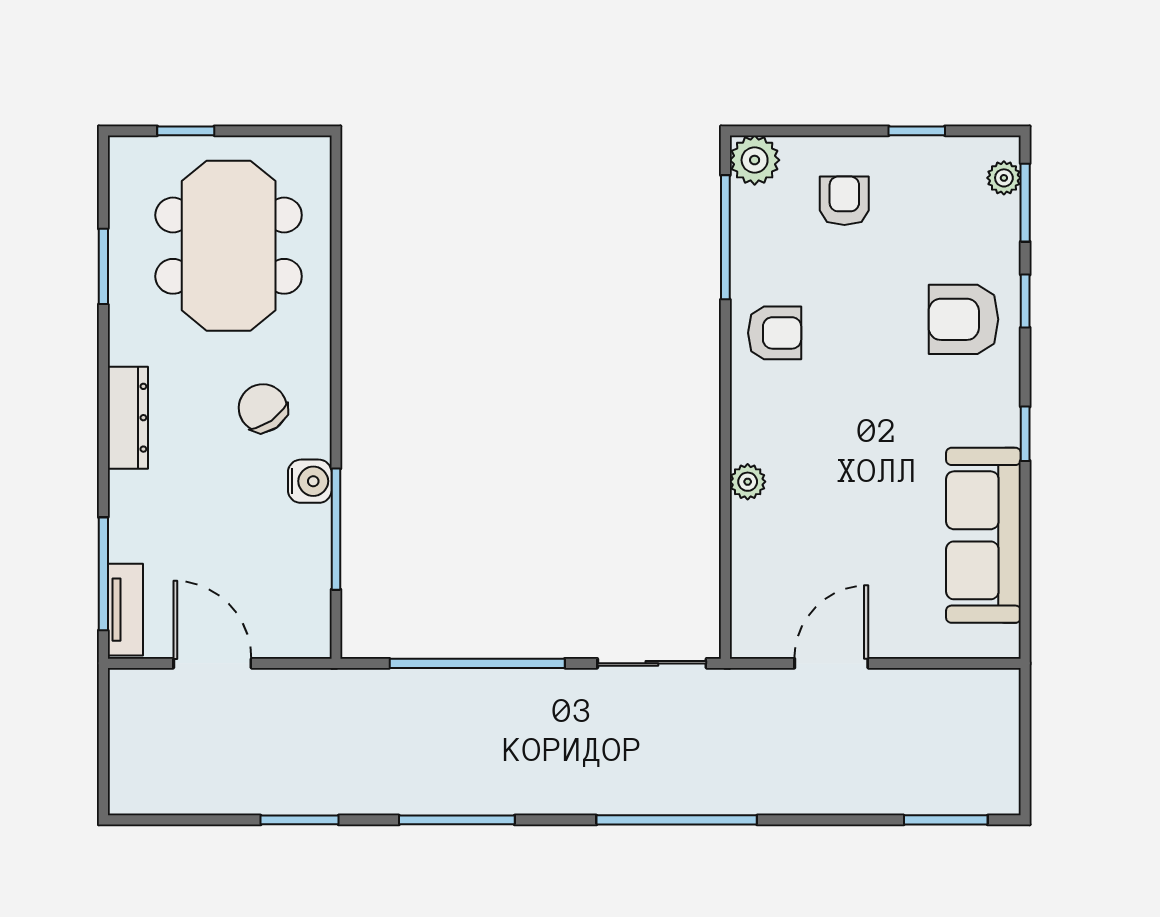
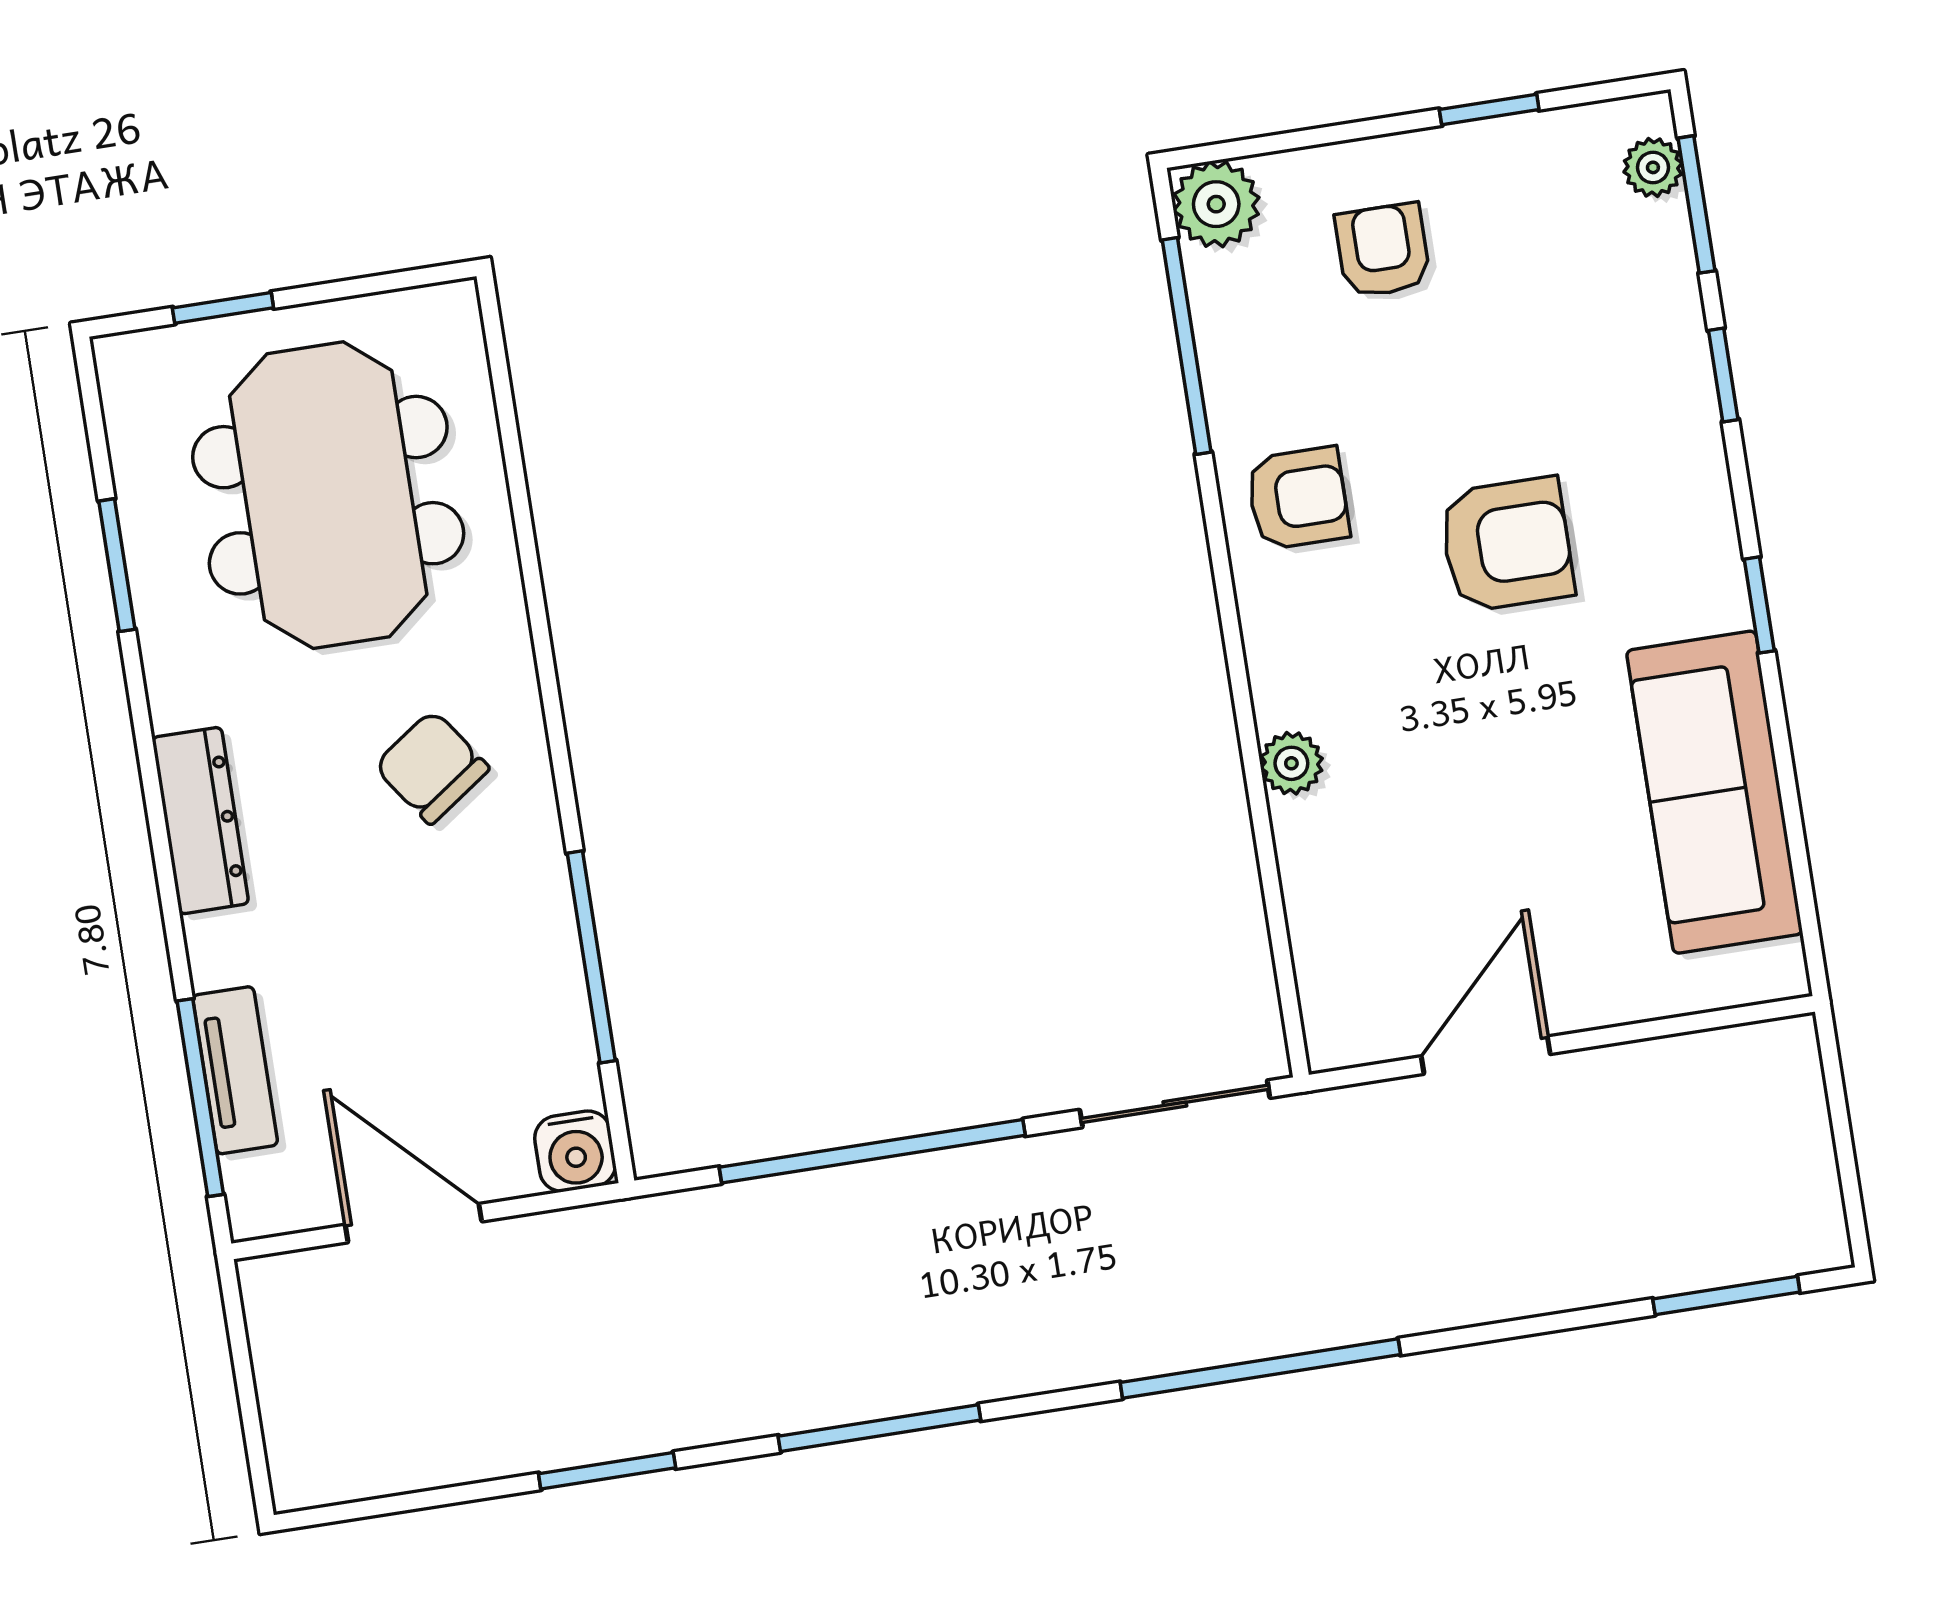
armchair: (964, 319) -> (1507, 544), moved, turned 180
water cooler: (310, 481) -> (575, 1151), moved, turned 90
tv unit: (125, 610) -> (235, 1070), moved

